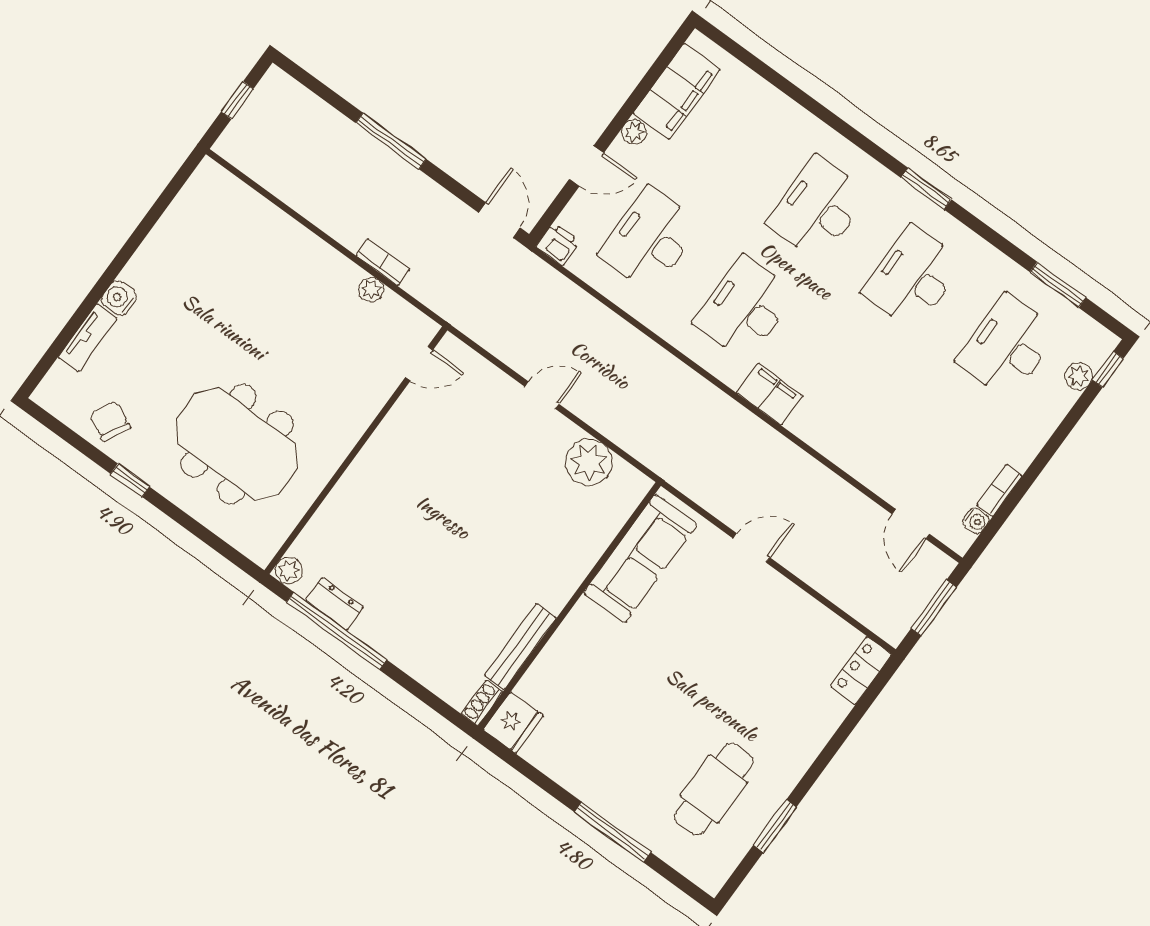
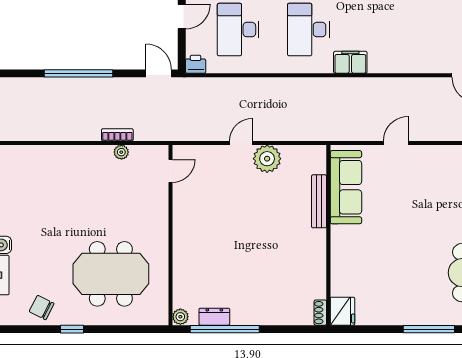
window: (391, 141) -> (79, 73), width x1.46
plant: (589, 462) -> (267, 159), moved
bench: (520, 647) -> (319, 201), moved

